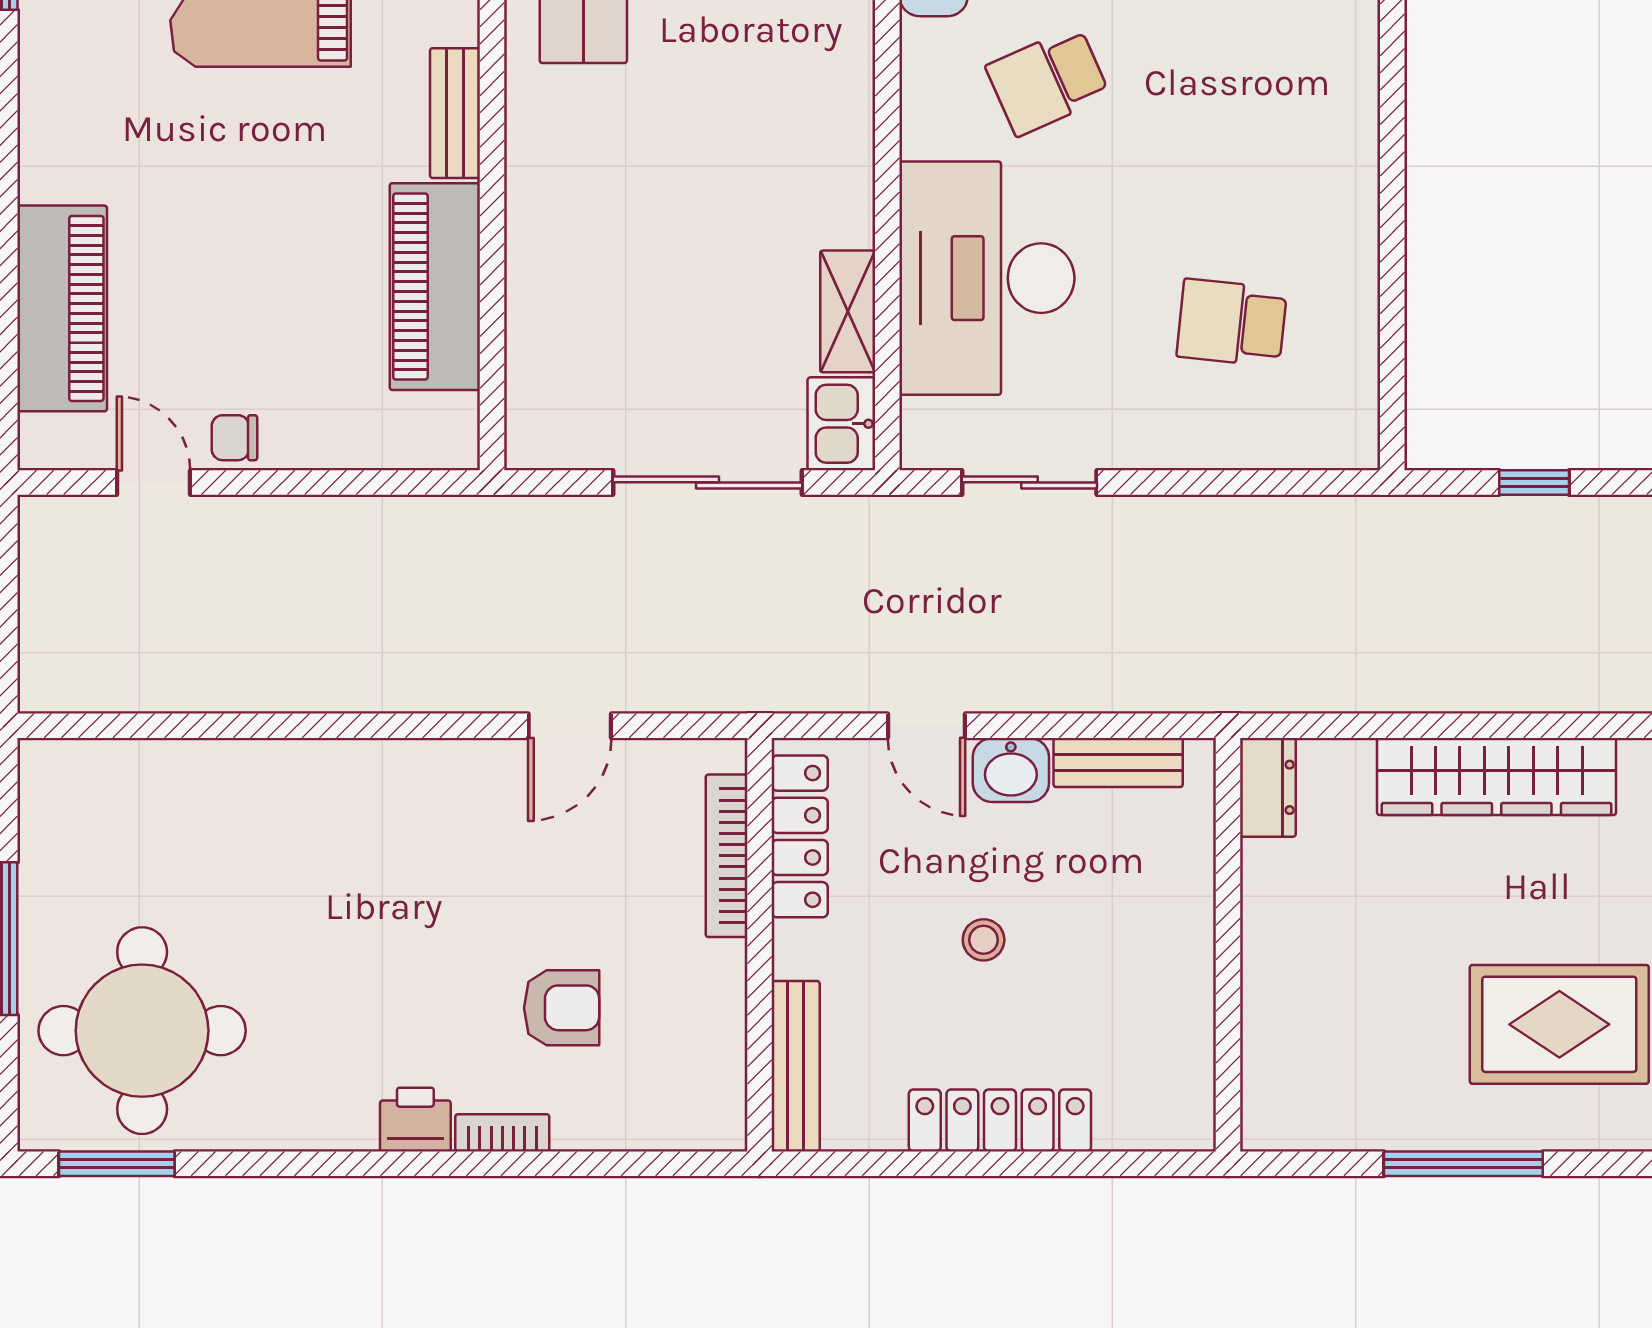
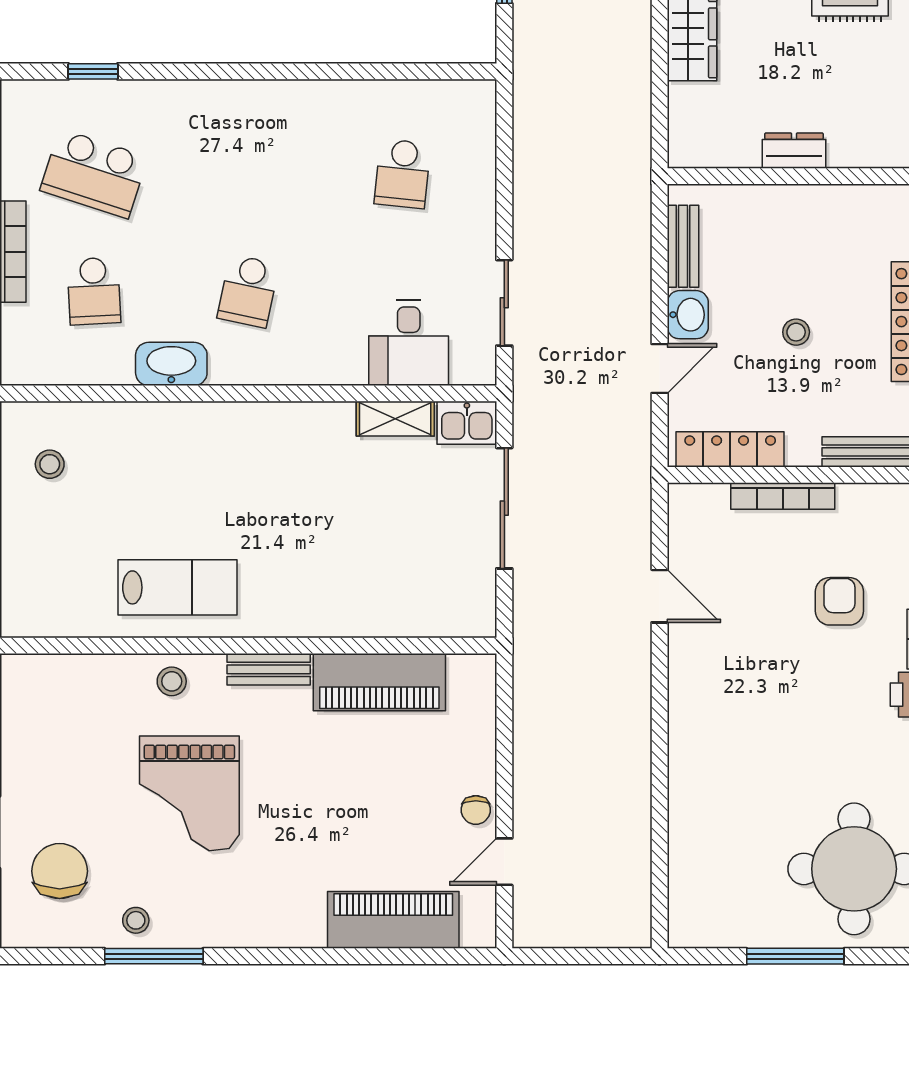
school desk: (1048, 81) -> (248, 291), turned 36
desk: (987, 278) -> (409, 343), width x0.53, depth x0.77
dresser: (1268, 787) -> (794, 151), moved
bookcase: (727, 856) -> (783, 496), moved

